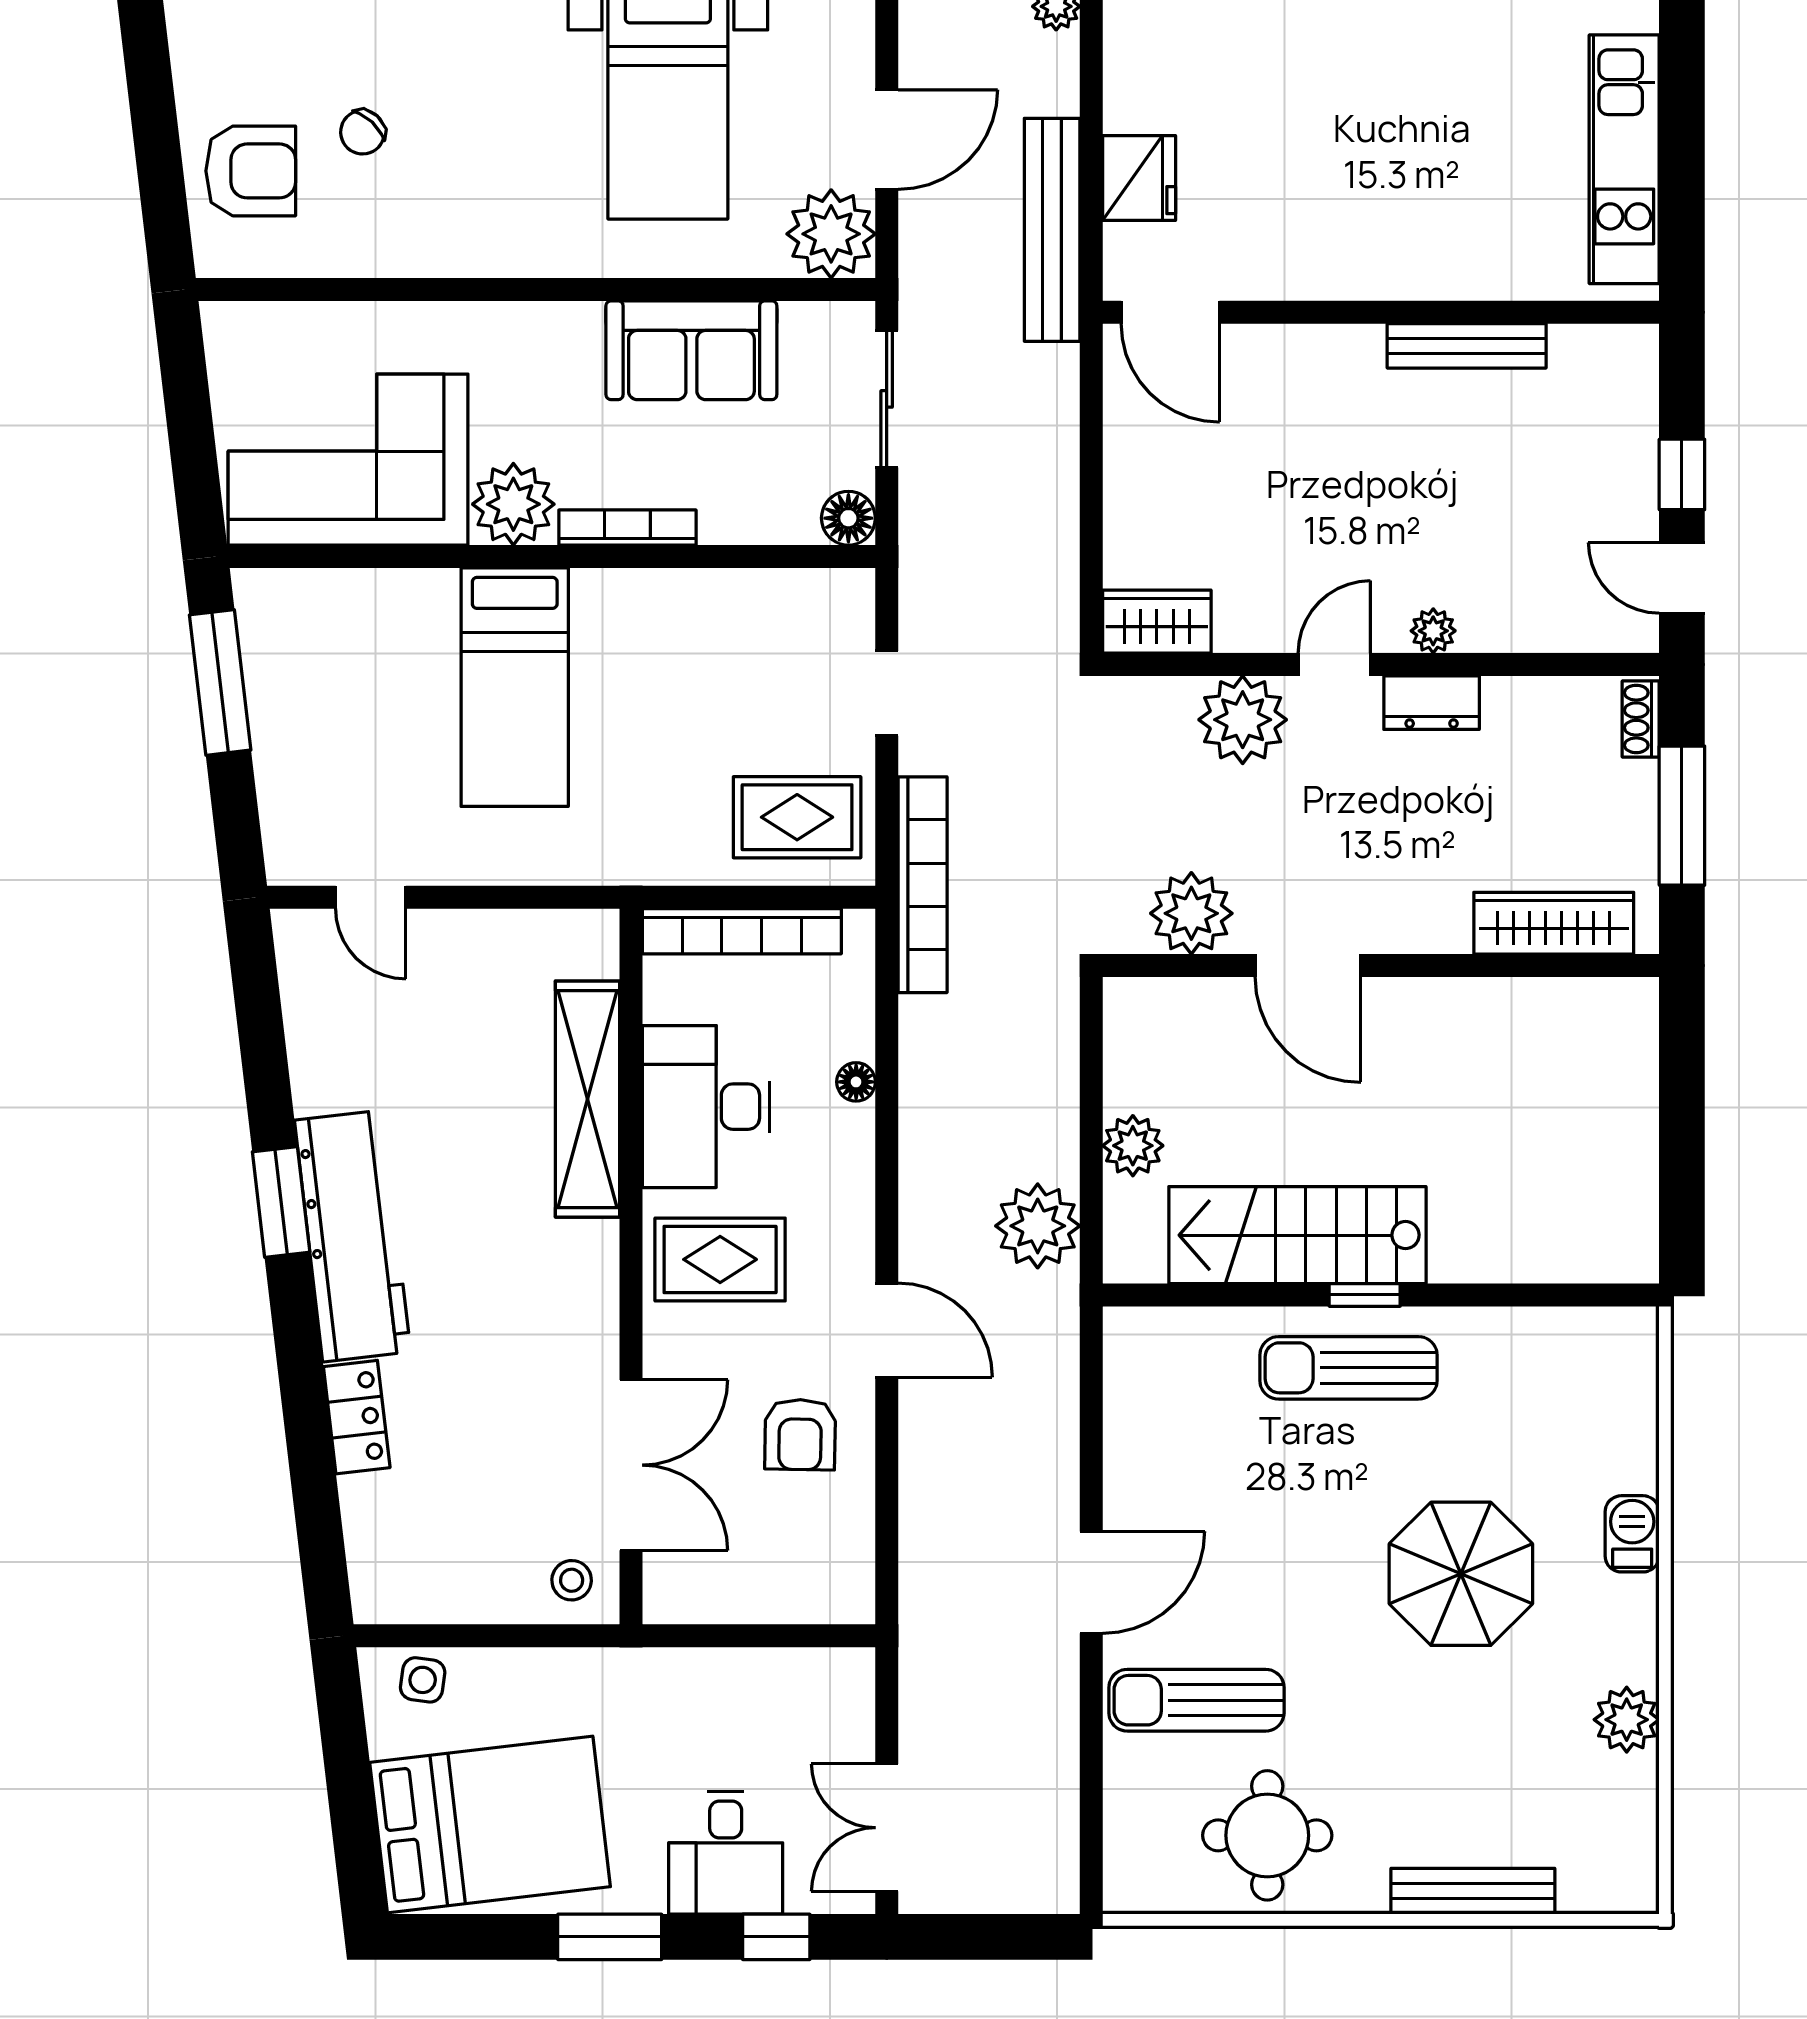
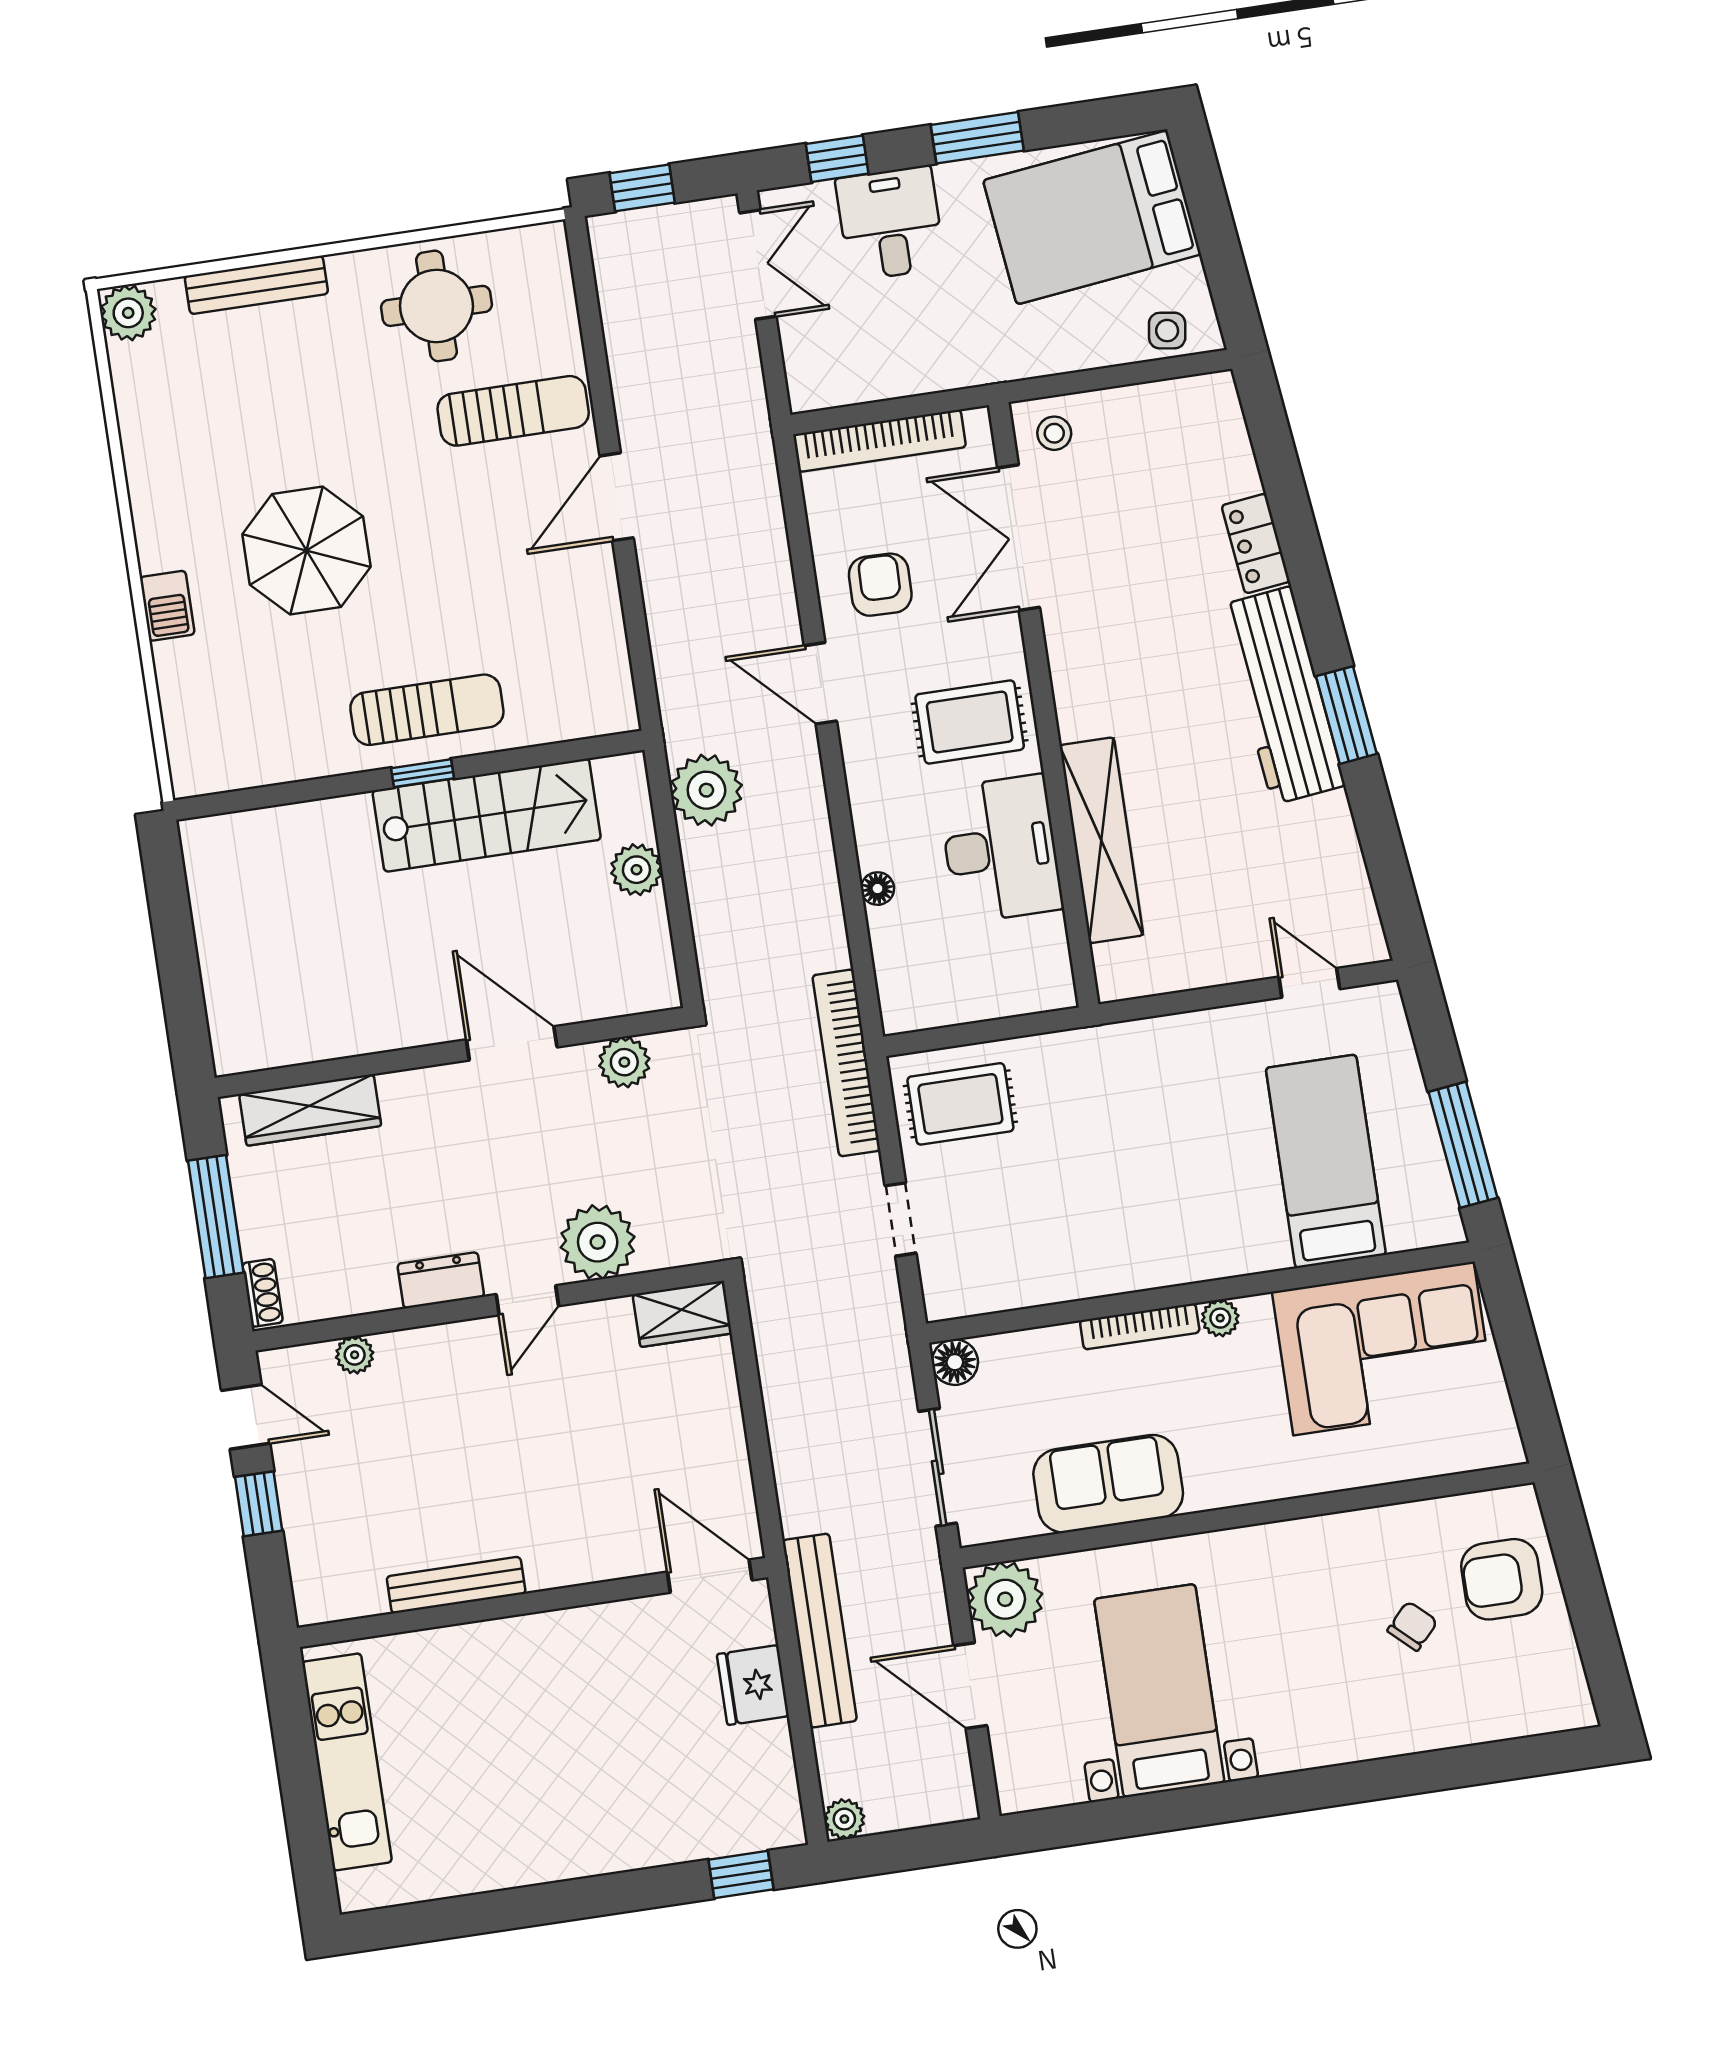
door: (887, 140) -> (970, 1686), hinge flipped
plant: (513, 504) -> (1220, 1318), width x0.53, depth x0.53
plant: (1433, 631) -> (355, 1355), moved
bed: (515, 687) -> (1326, 1161), moved
plant: (1191, 913) -> (624, 1062), width x0.73, depth x0.73
bookcase: (742, 931) -> (880, 441), moved, turned 180
plant: (1627, 1720) -> (128, 313), moved
window: (1008, 1937) -> (642, 188), added

